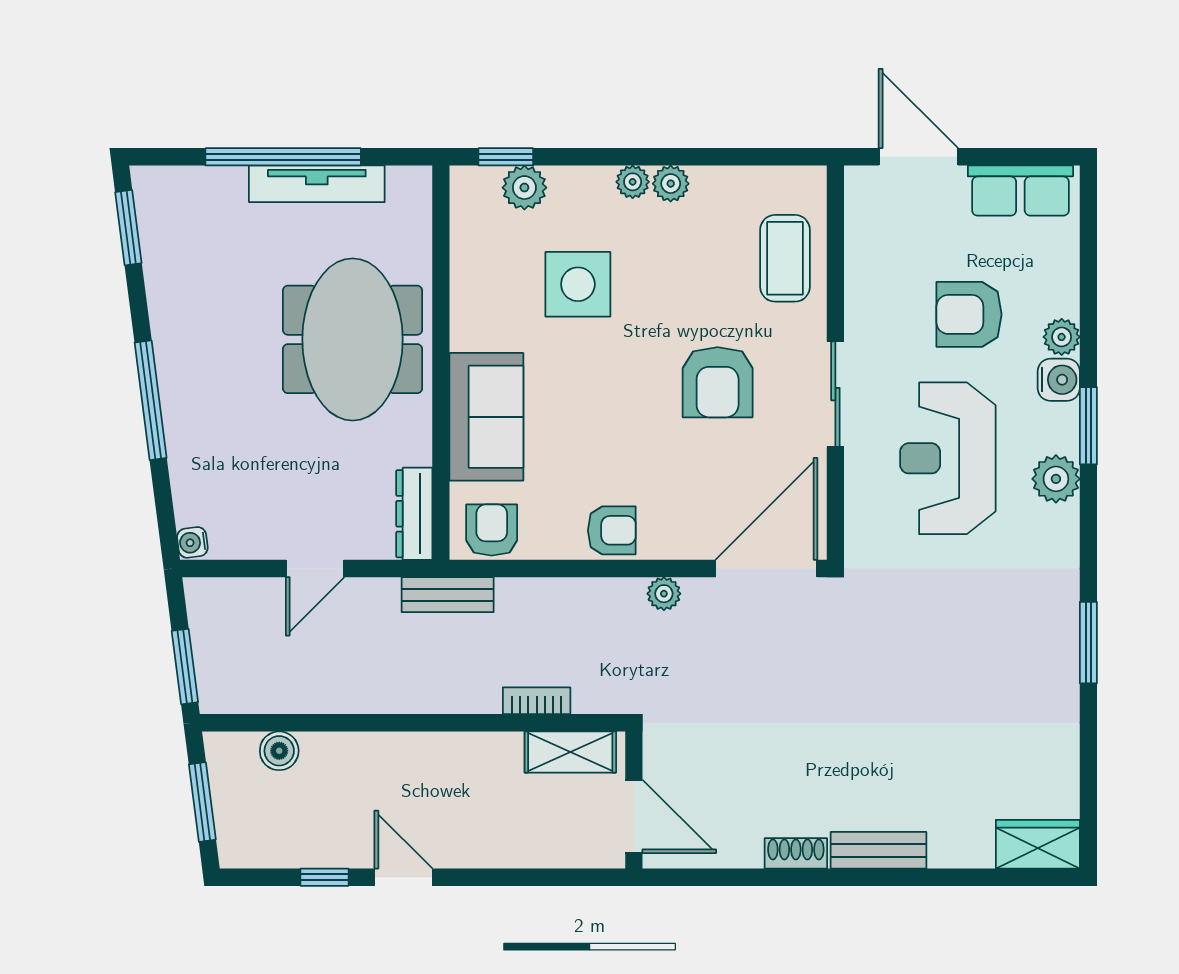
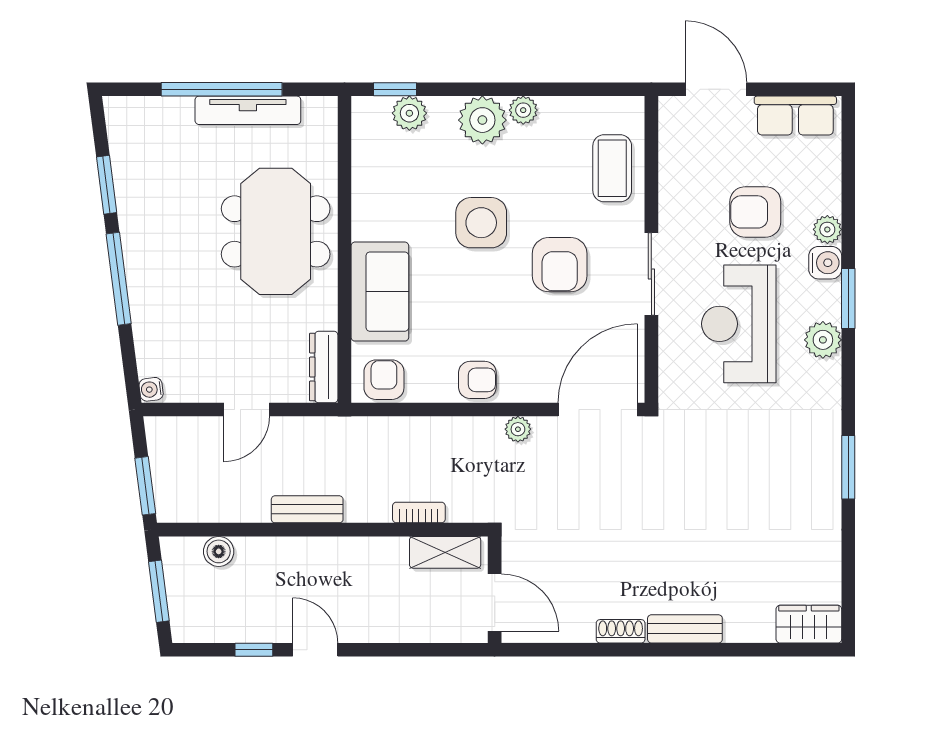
plant: (633, 182) -> (482, 120), width x1.88, depth x1.88
window: (128, 228) -> (107, 185), moved
side table: (578, 284) -> (481, 223), moved
bench: (448, 595) -> (307, 509), moved

